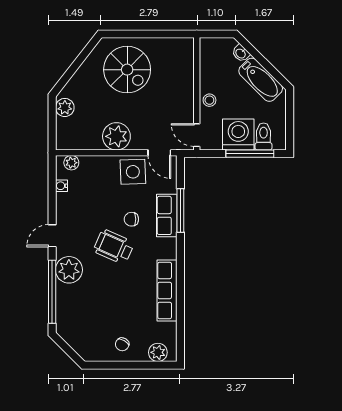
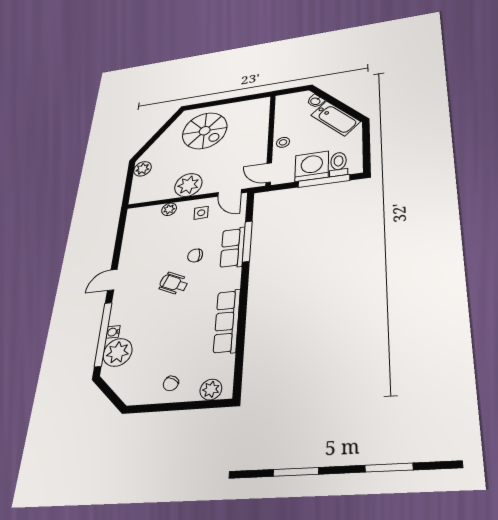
plant: (71, 163) -> (169, 209), moved
side table: (133, 172) -> (201, 213), width x0.54, depth x0.54
water cooler: (61, 186) -> (113, 332), moved
wheelchair: (114, 247) -> (174, 283), width x0.73, depth x0.73
plant: (69, 270) -> (118, 352), moved

